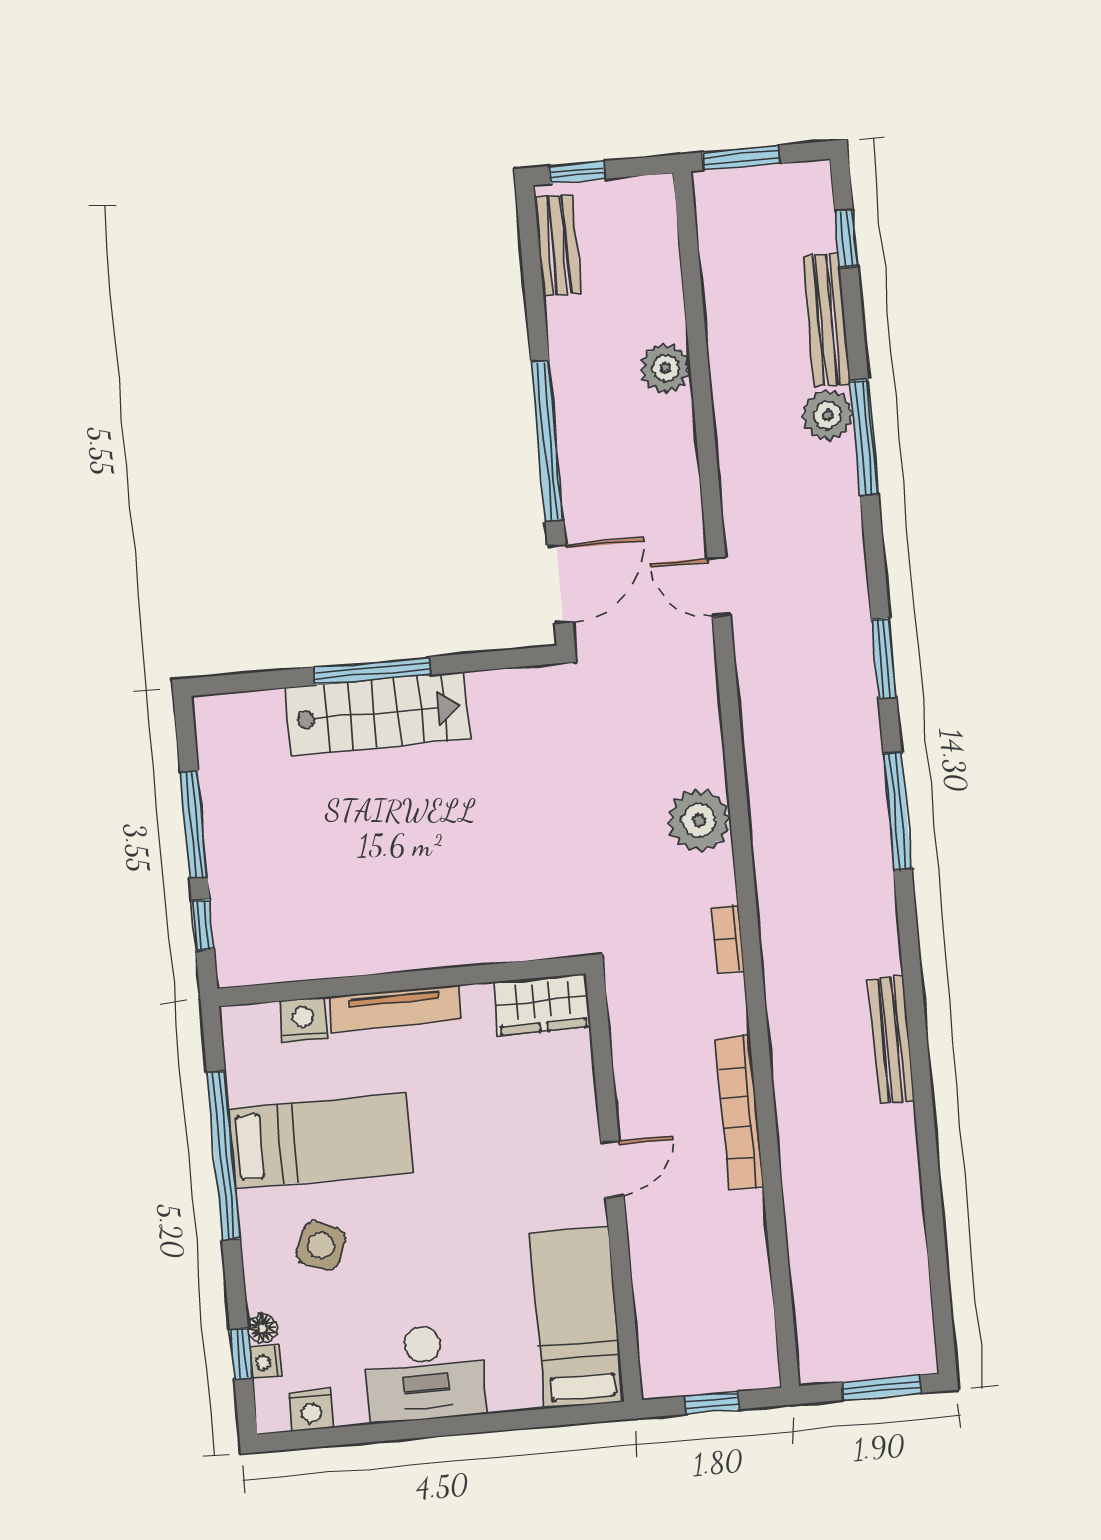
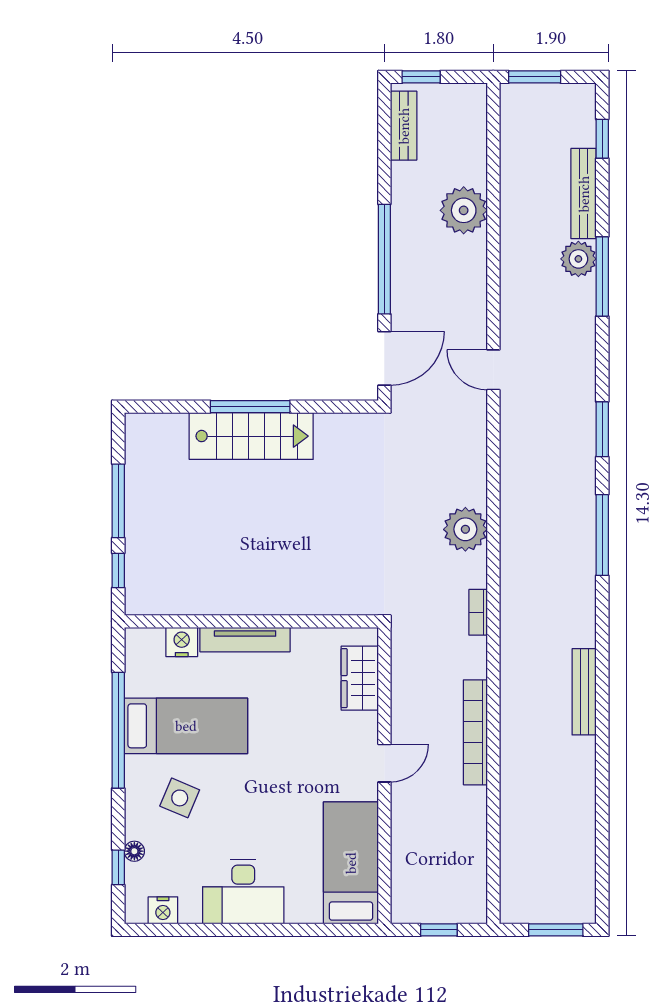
plant: (665, 368) -> (464, 210), width x1.36, depth x1.36
wardrobe: (542, 1004) -> (360, 678), moved, turned 90
nightstand: (266, 1362) -> (135, 875), removed

